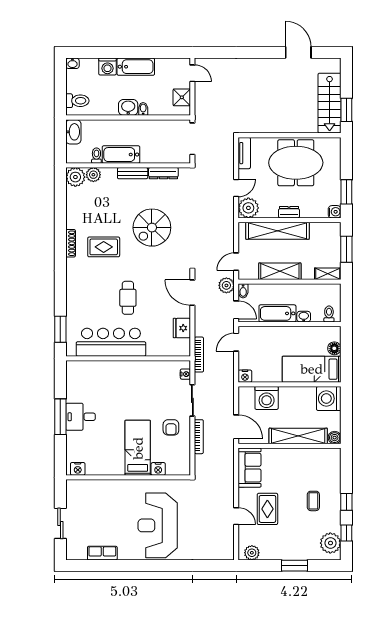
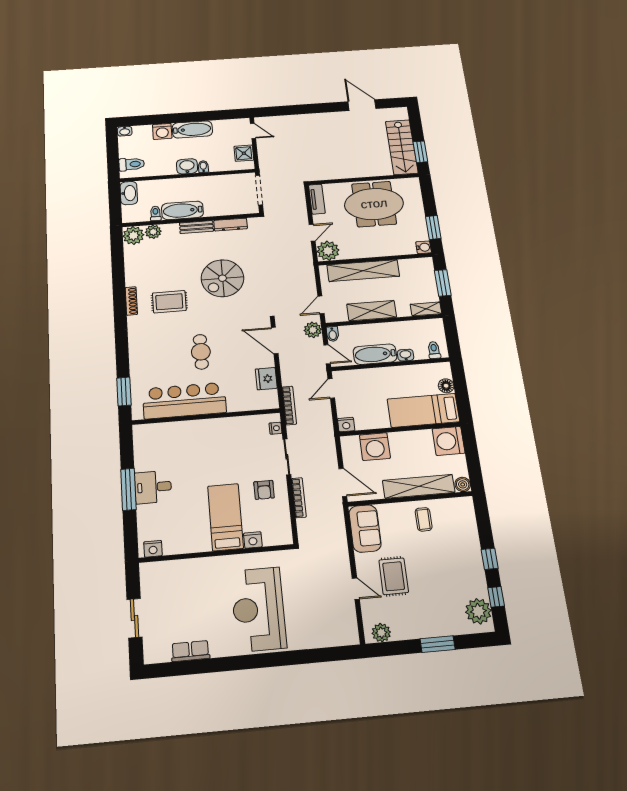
dresser: (289, 212) -> (373, 252), removed
coffee table: (313, 501) -> (424, 519), moved

